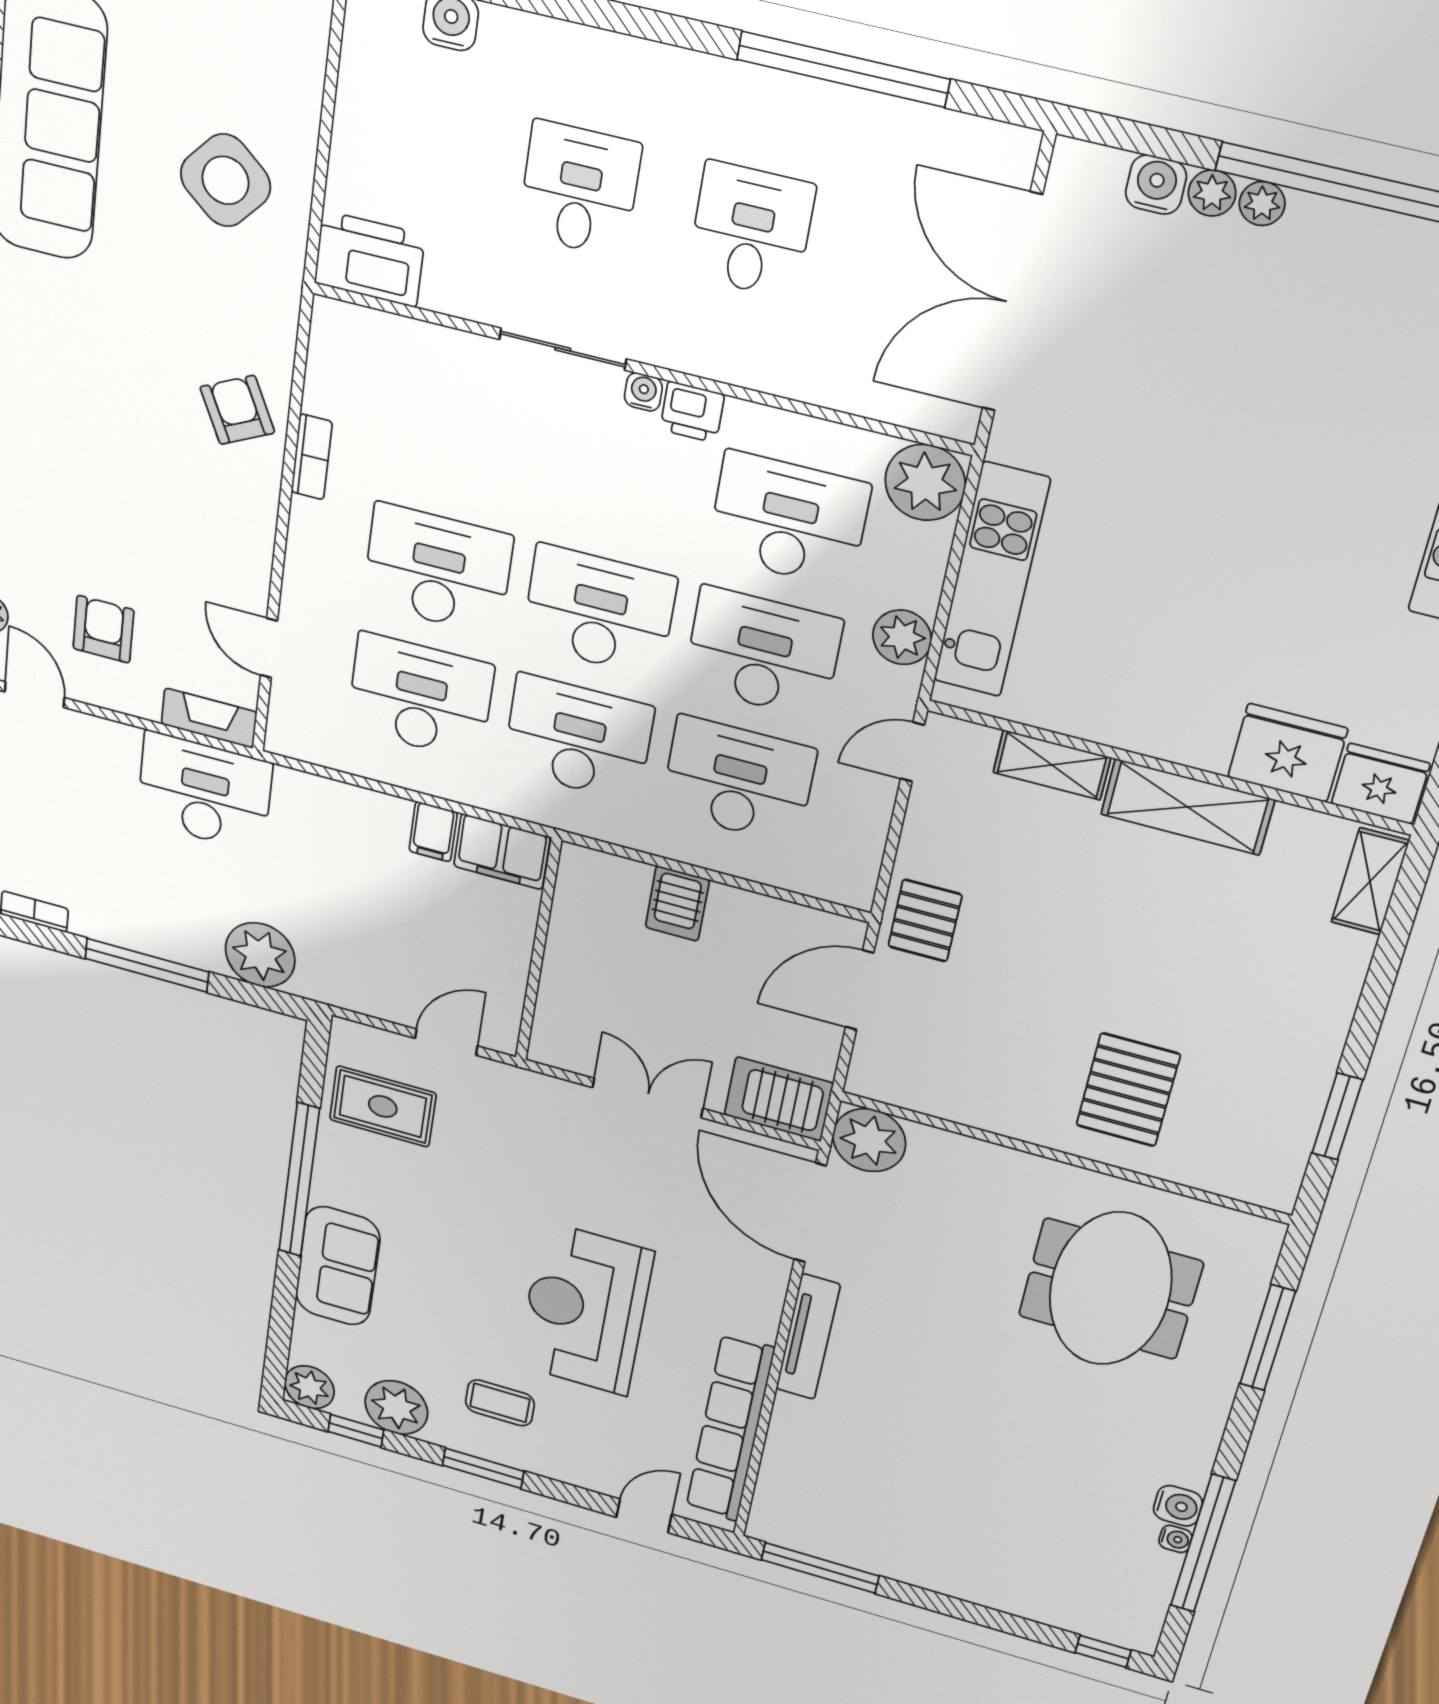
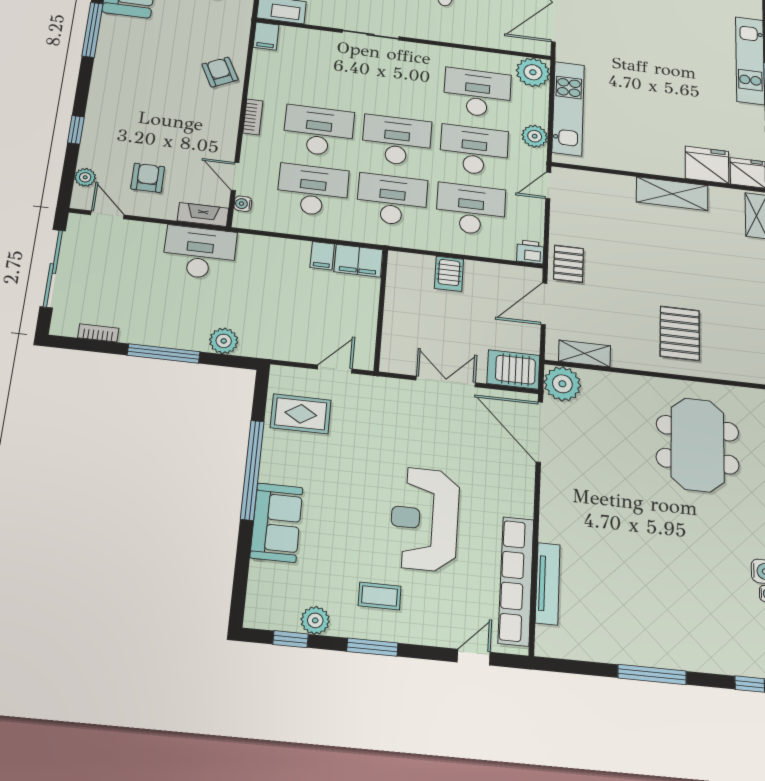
filing cabinet: (334, 331) -> (266, 36), added
water cooler: (643, 392) -> (243, 204), moved, turned -90
printer: (692, 412) -> (530, 252), moved, turned 180
bookcase: (312, 457) -> (253, 117), moved
shelving: (1052, 765) -> (585, 353), moved
plant: (260, 955) -> (224, 341), width x0.73, depth x0.73
tv unit: (808, 1337) -> (548, 584), moved
plant: (309, 1387) -> (260, 614), removed
plant: (396, 1408) -> (315, 620), width x0.73, depth x0.73
window: (820, 1568) -> (652, 675), moved

